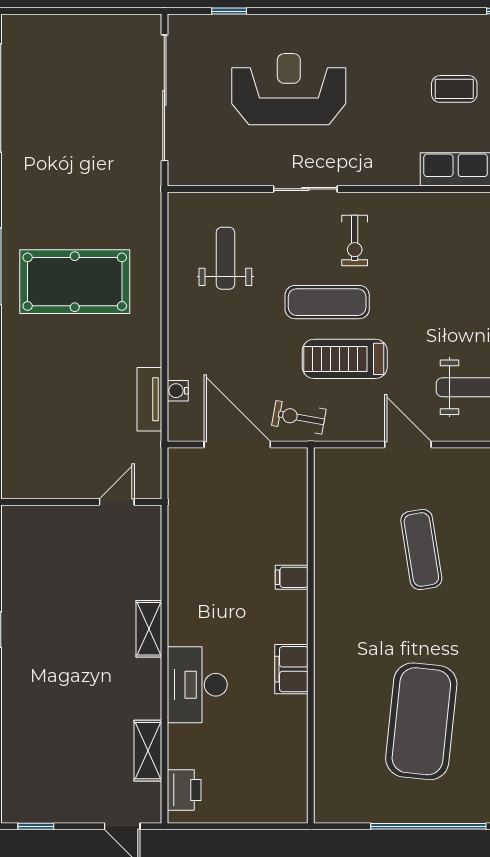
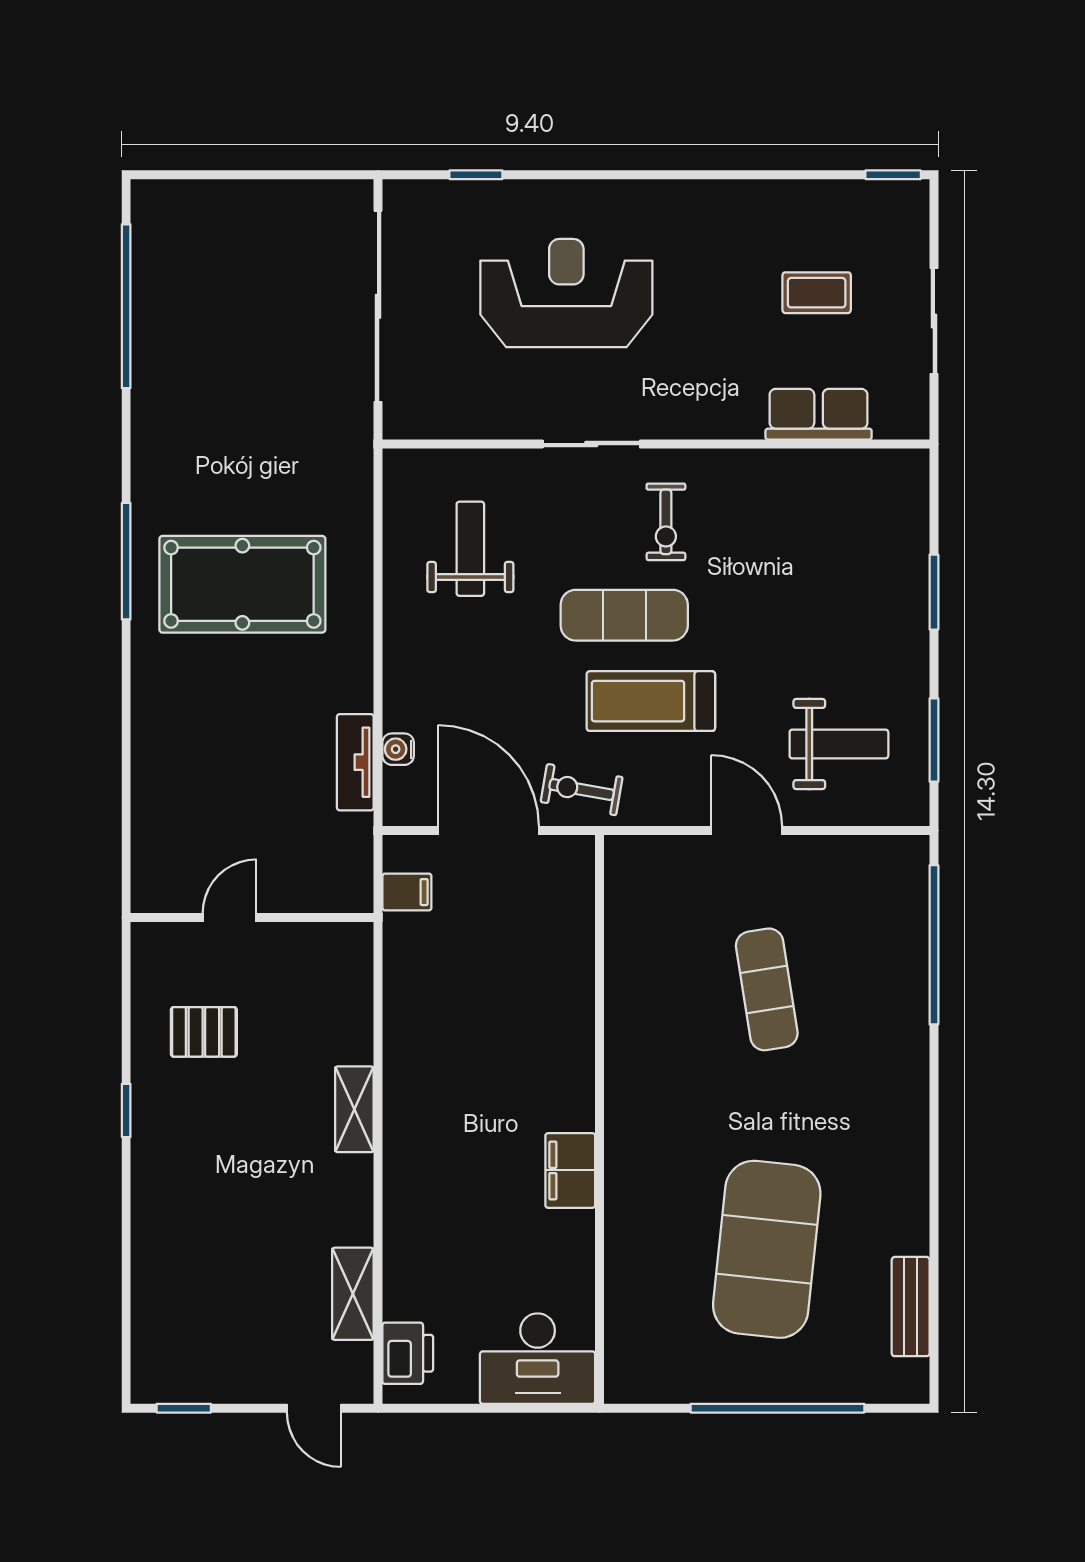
door: (117, 502) -> (230, 917), moved
filing cabinet: (292, 577) -> (407, 892), moved, turned 180
pallet: (49, 578) -> (204, 1032), added
desk: (197, 685) -> (538, 1359), moved, turned -90

